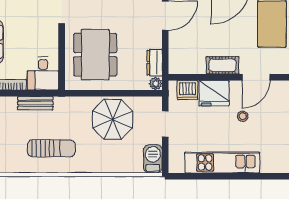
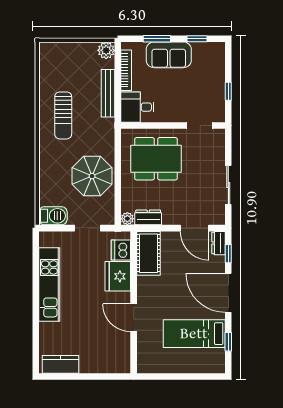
cot: (222, 65) -> (148, 253), moved, width x1.37, depth x1.34
bench: (35, 103) -> (108, 93), width x1.36
stool: (243, 116) -> (95, 305), removed

